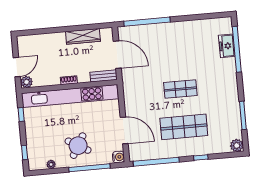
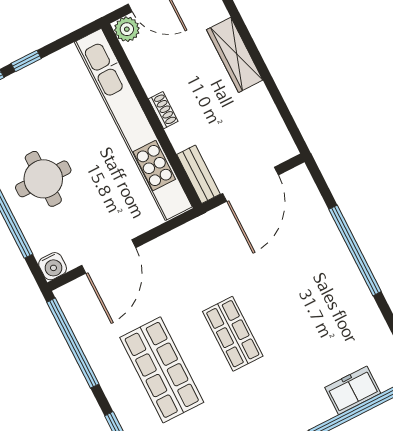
window: (147, 22) -> (355, 250), moved
wardrobe: (83, 36) -> (235, 55), moved
window: (21, 114) -> (26, 61), moved
round table: (78, 146) -> (43, 179), turned -30

